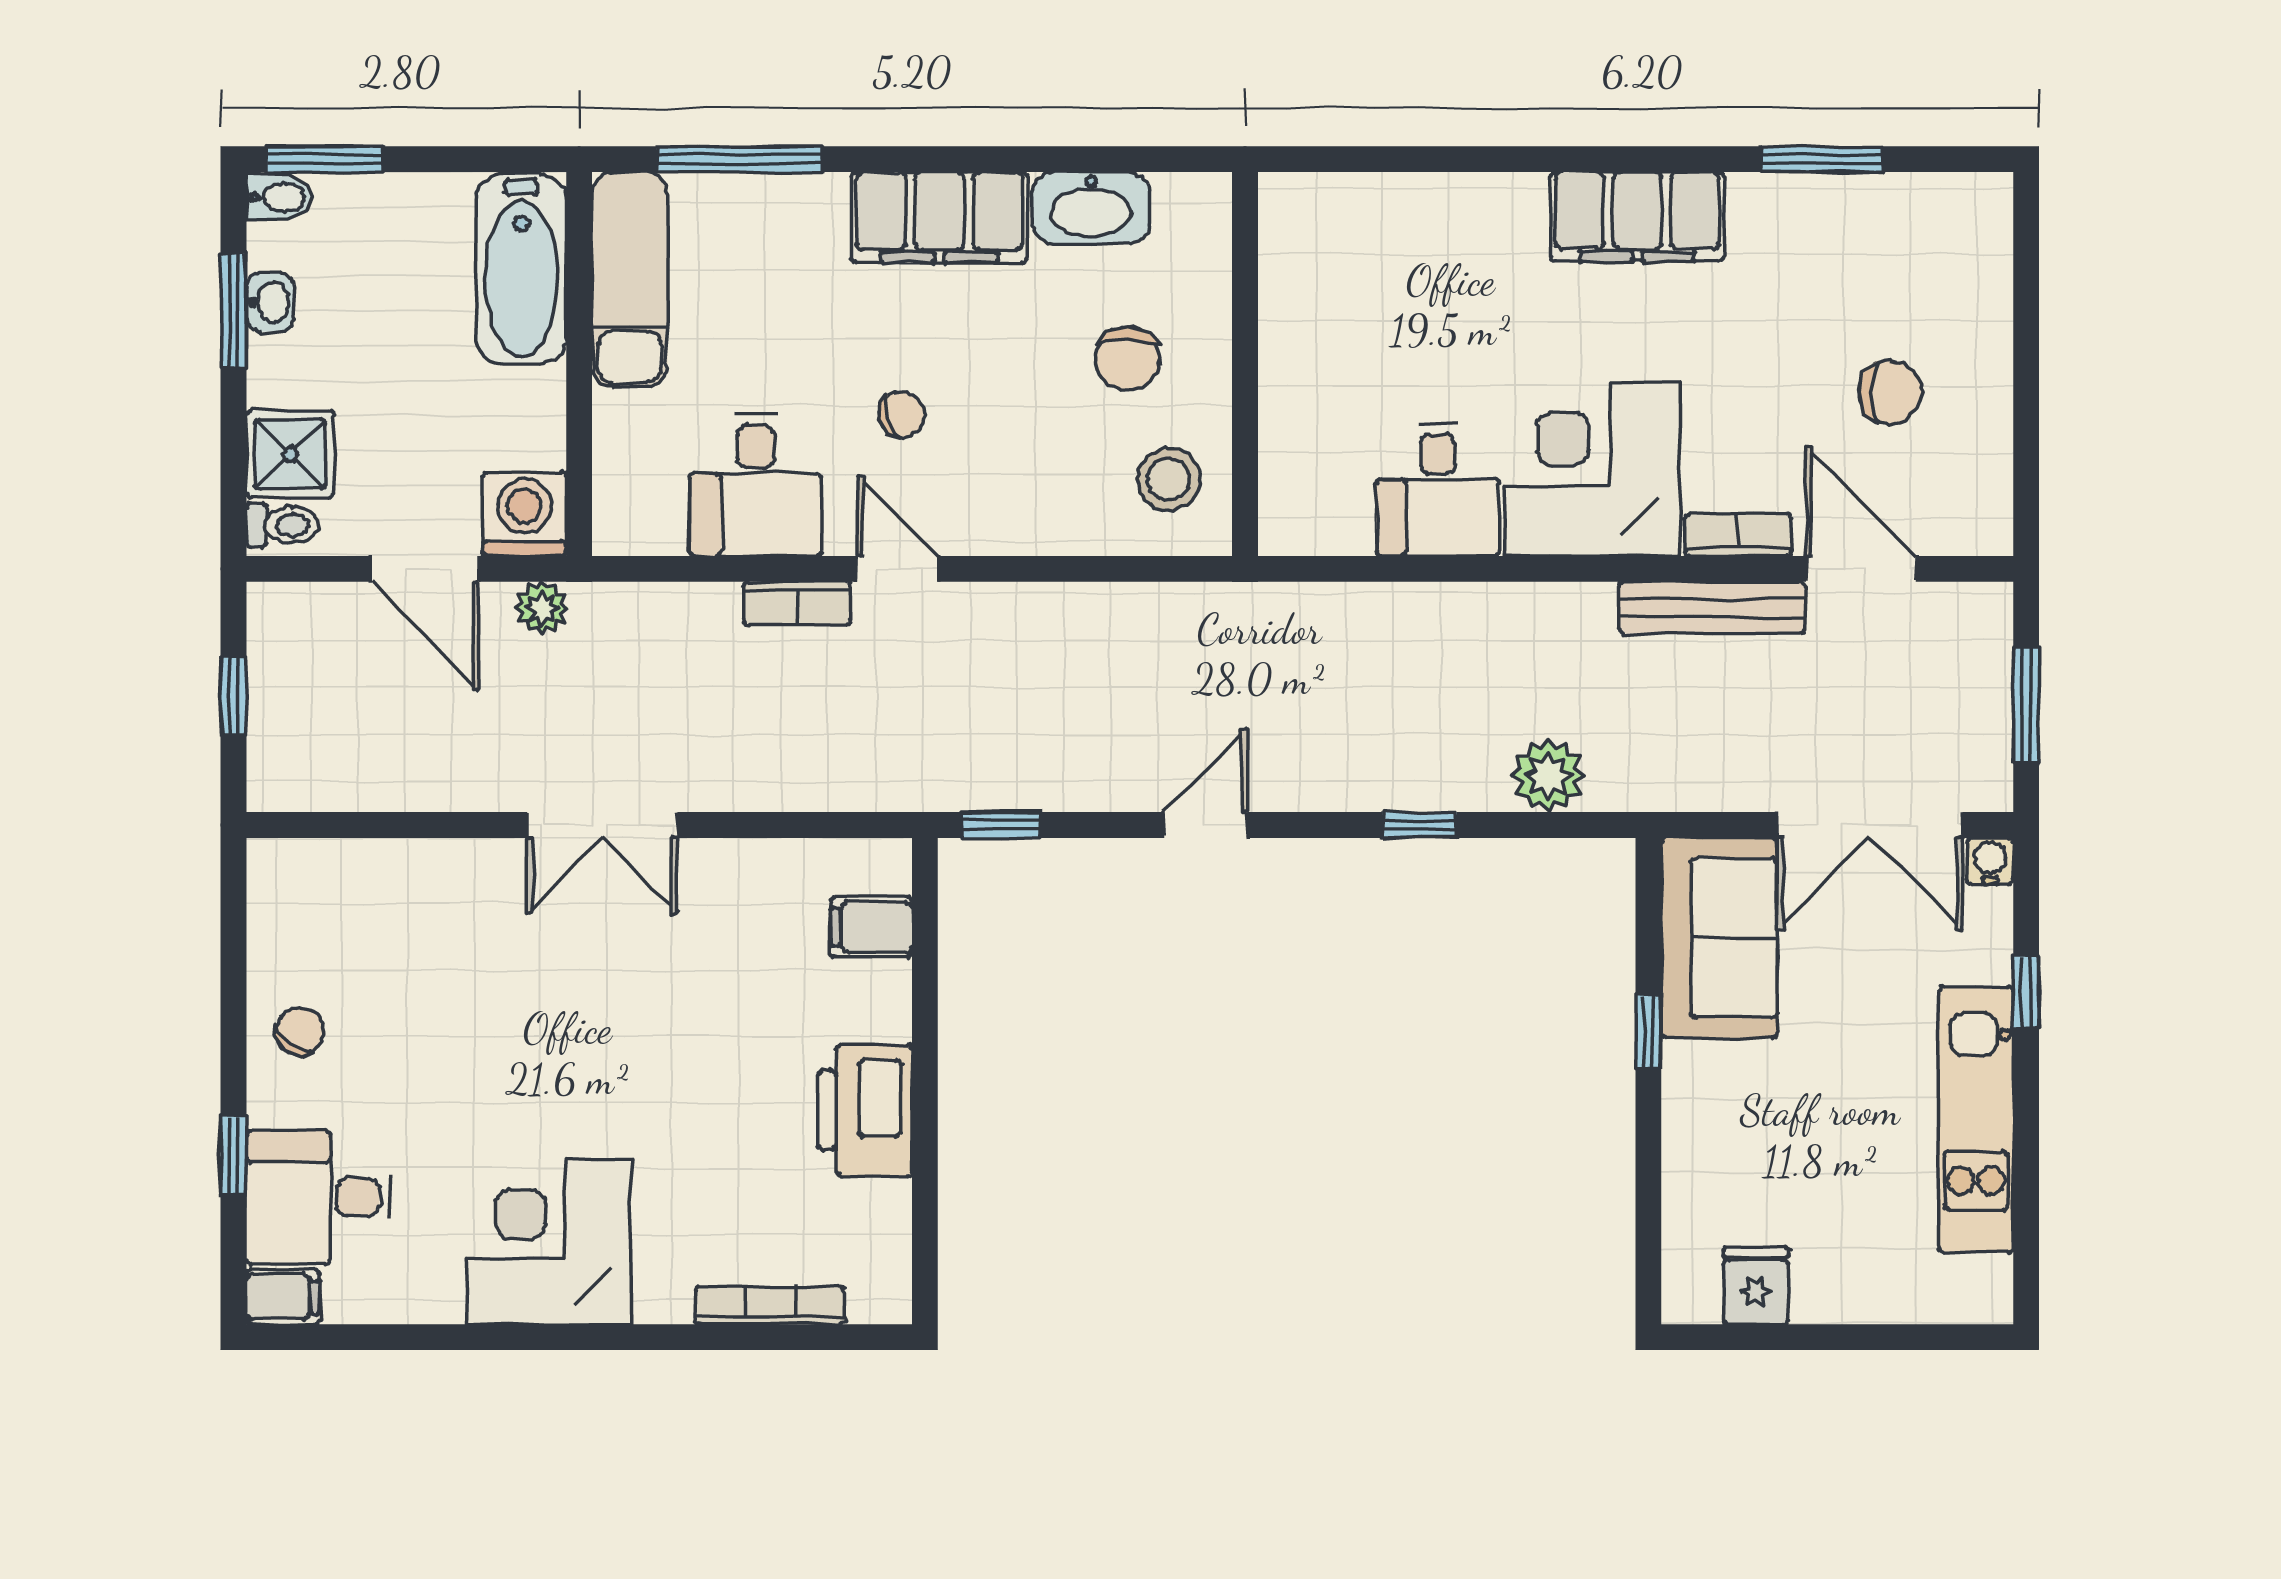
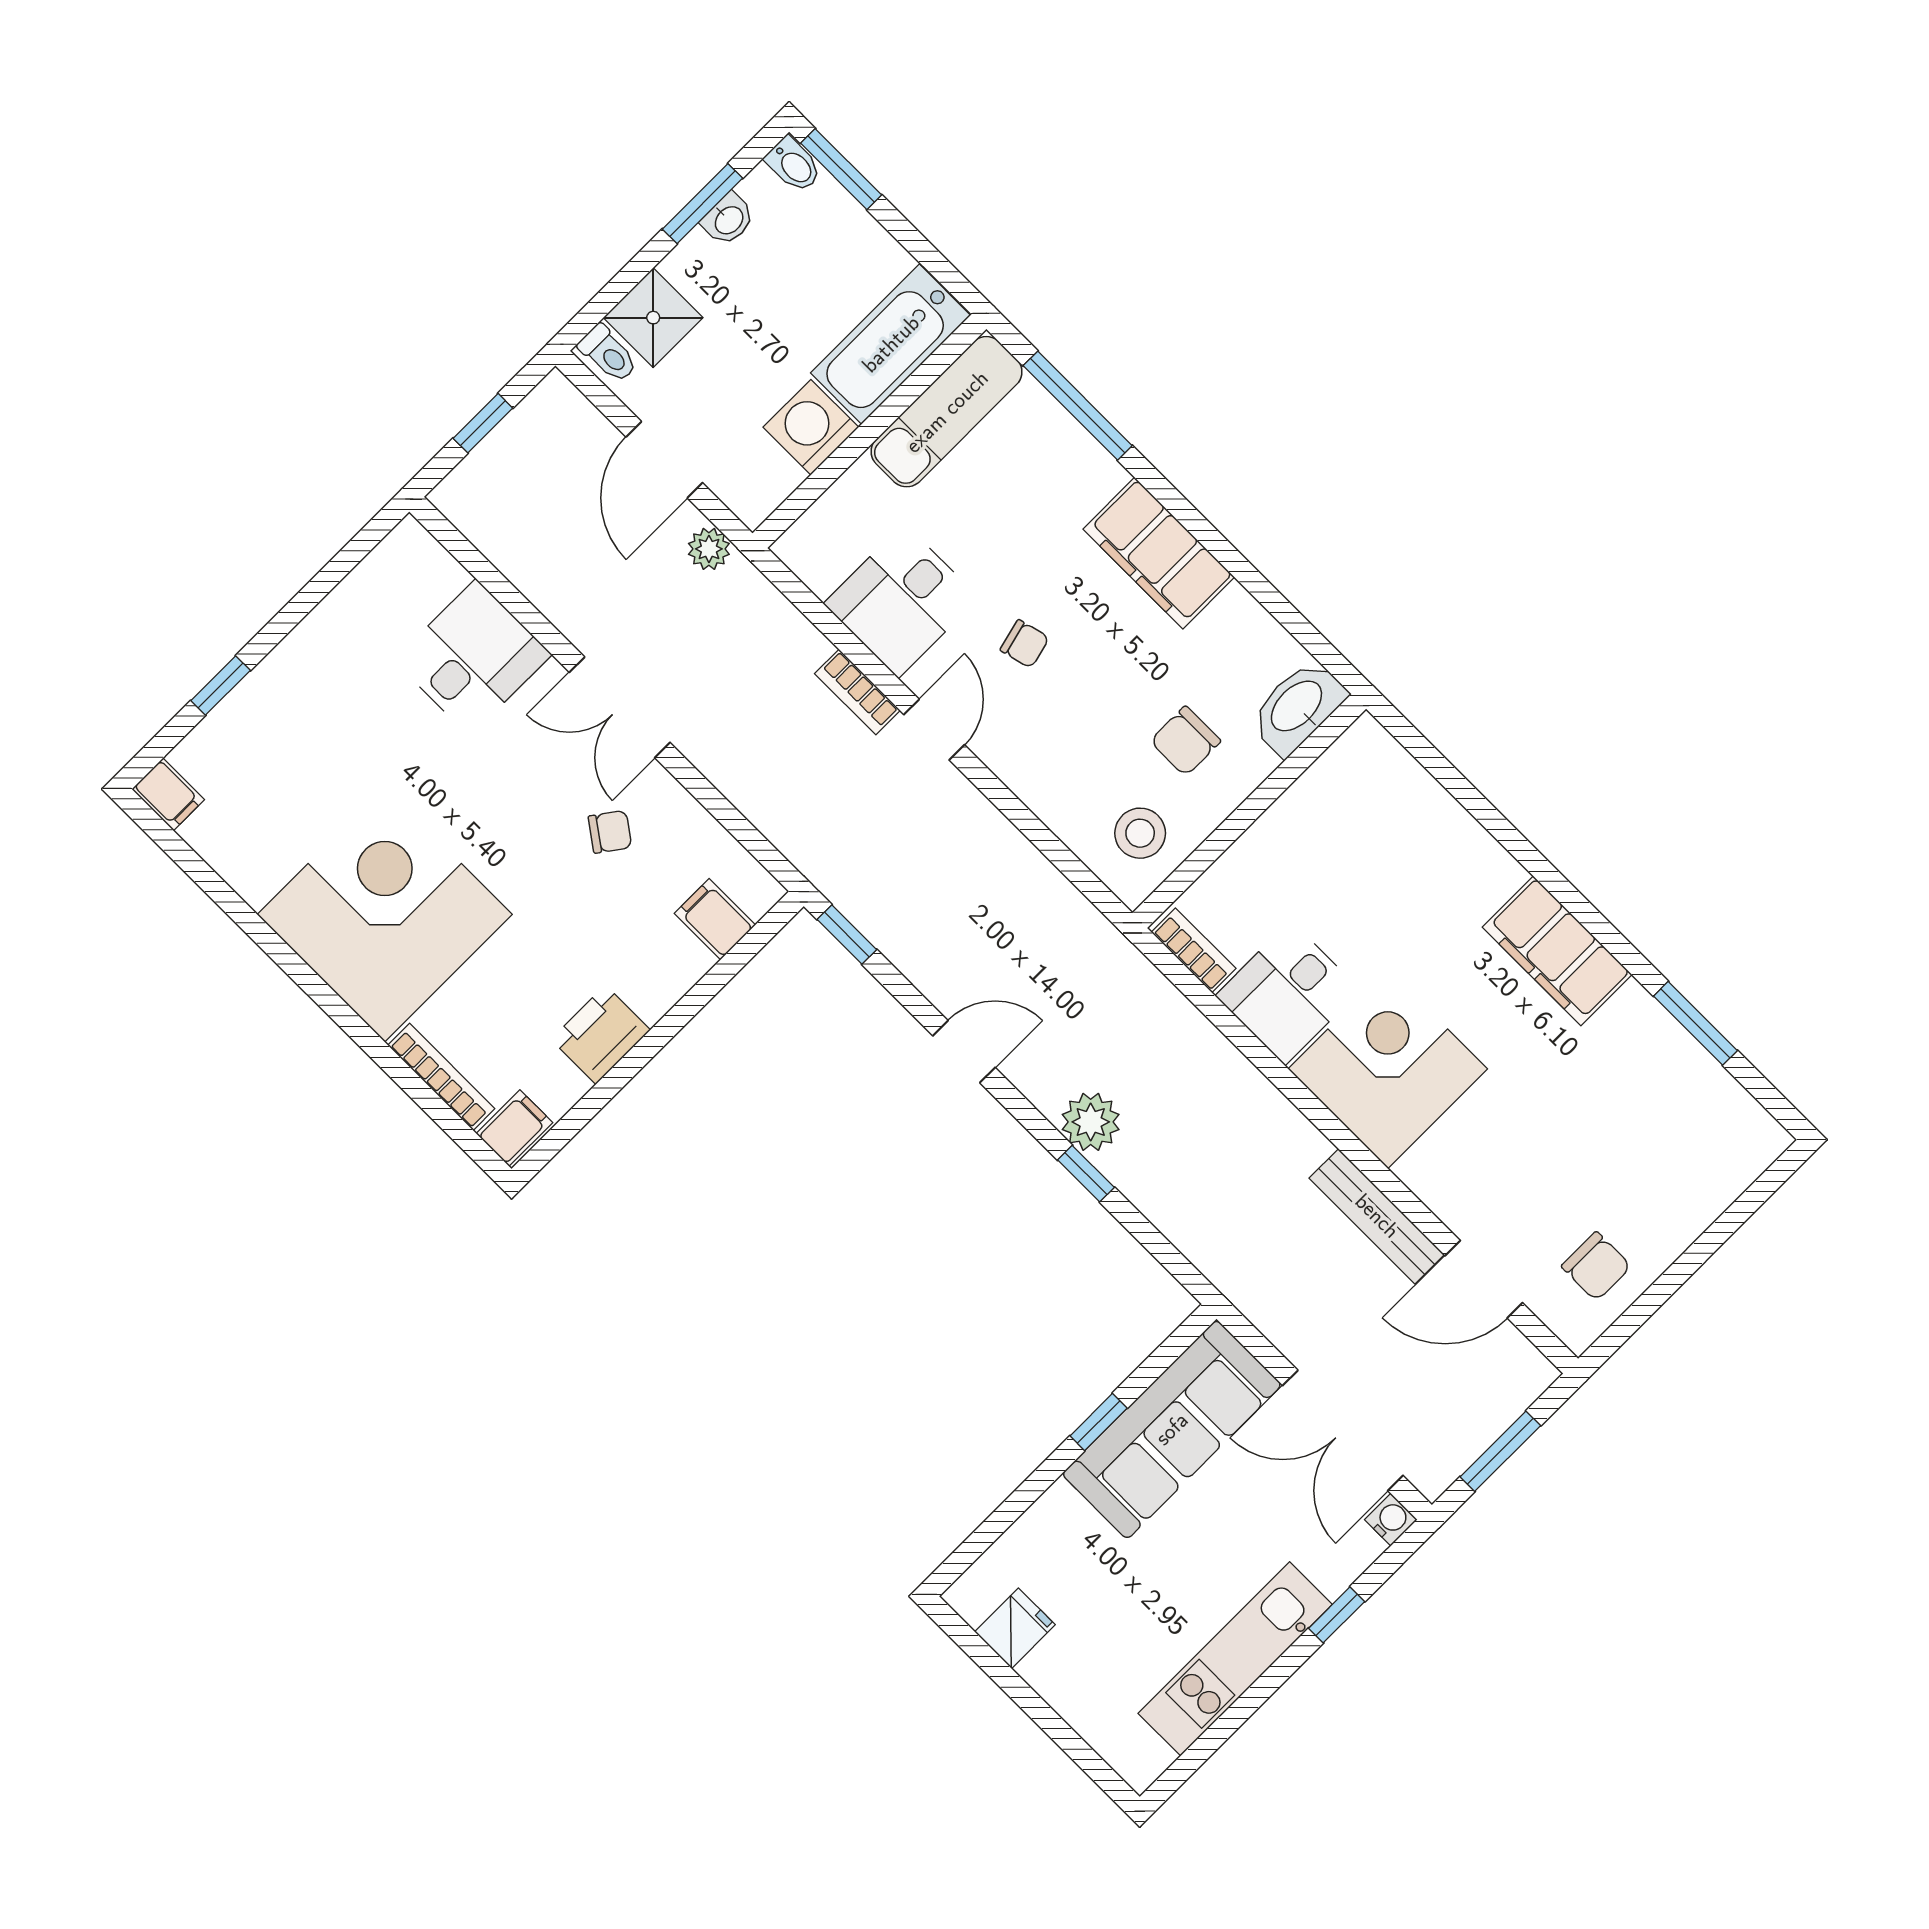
washbasin: (1091, 208) -> (1298, 707), moved, turned 90
chair: (1890, 392) -> (1596, 1266), moved
washing machine: (524, 514) -> (811, 427), moved, turned -90
bookcase: (1738, 535) -> (1194, 950), moved
door: (1861, 569) -> (1484, 1279), swing flipped
plant: (1548, 776) -> (1091, 1122), moved
sofa: (1719, 938) -> (1172, 1429), width x1.36
chair: (300, 1031) -> (610, 832), moved
printer: (865, 1110) -> (601, 1035), width x0.73, depth x0.84
desk: (319, 1197) -> (473, 658), moved, turned 90
corner desk: (548, 1242) -> (385, 914), width x1.36, depth x1.36
filing cabinet: (879, 1286) -> (514, 1128), added

